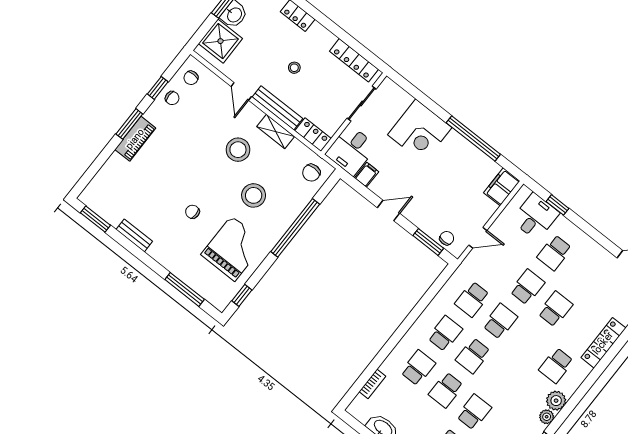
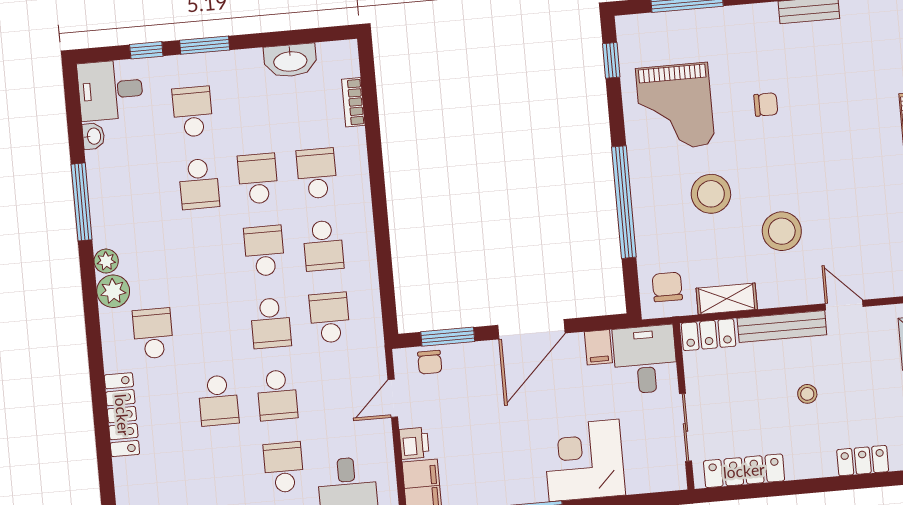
shelving: (276, 132) -> (727, 299), moved
printer: (487, 209) -> (414, 443), added
door: (388, 211) -> (531, 329), width x1.88
school desk: (418, 368) -> (317, 173), turned 180

